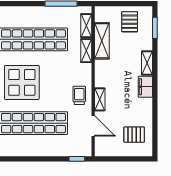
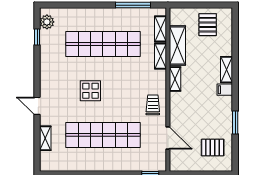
window: (155, 28) -> (235, 122), moved
display table: (22, 82) -> (90, 91), width x0.54, depth x0.54
filing cabinet: (145, 87) -> (225, 90), width x0.50
shelving: (100, 99) -> (175, 79), moved

